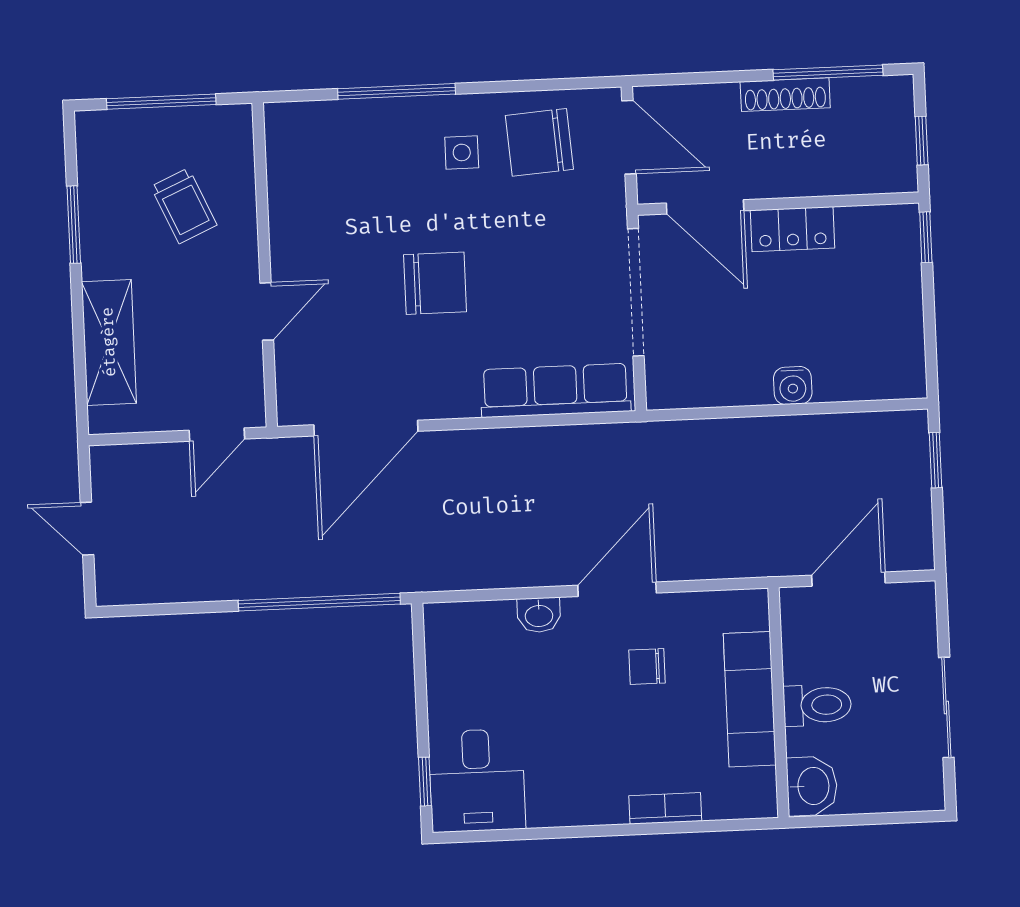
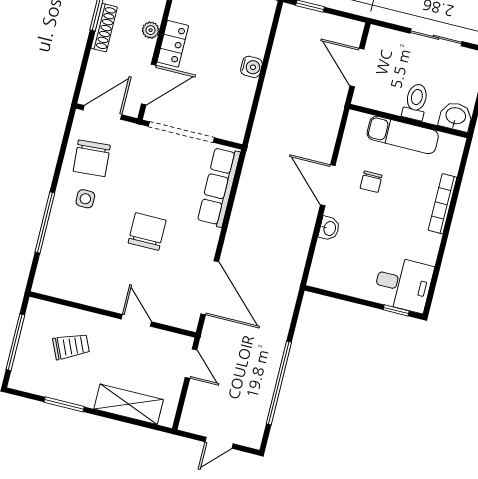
plant: (806, 181) -> (151, 30), added
window: (319, 602) -> (279, 383), moved
bookcase: (665, 808) -> (443, 204), width x1.56

